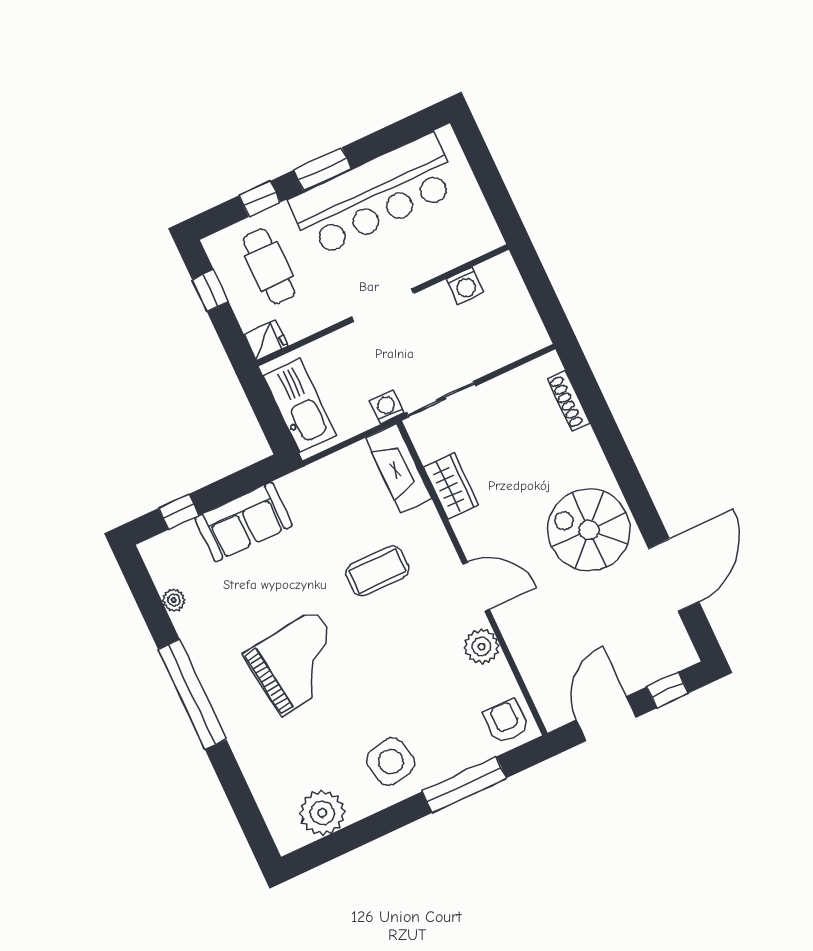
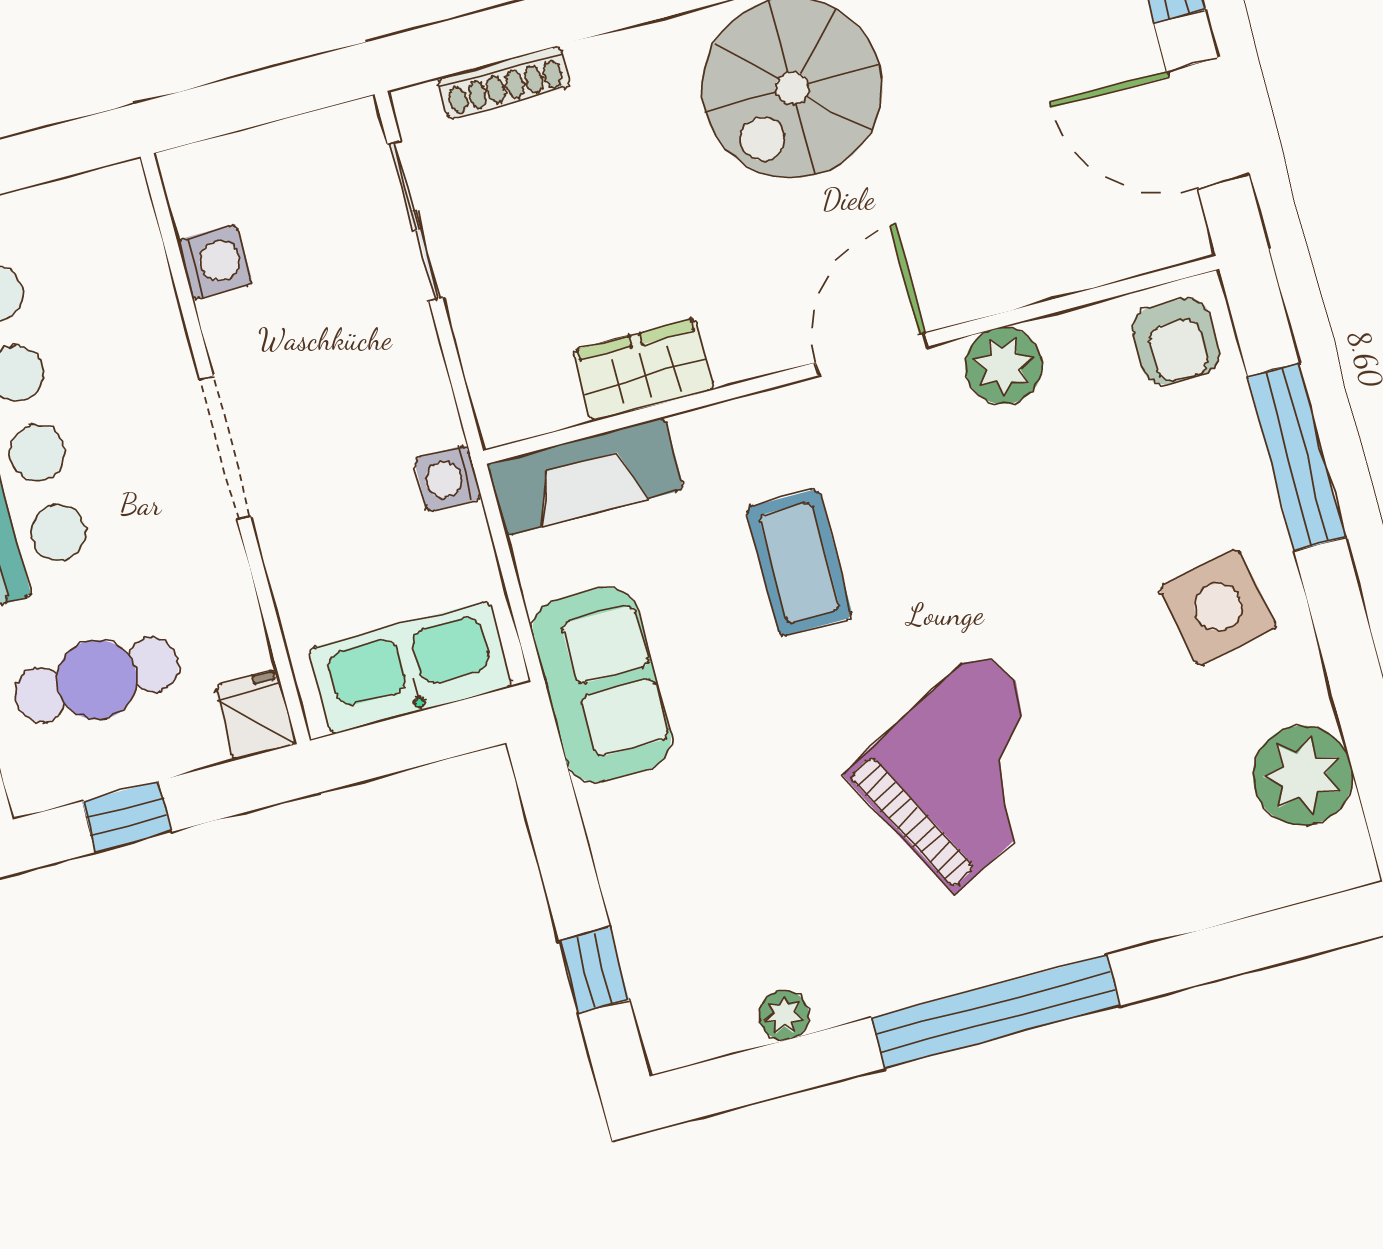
sliding door: (441, 399) -> (415, 221), moved
sofa: (244, 522) -> (601, 685), moved
grand piano: (298, 663) -> (968, 770), turned 69
armchair: (506, 722) -> (1176, 341), turned -90

